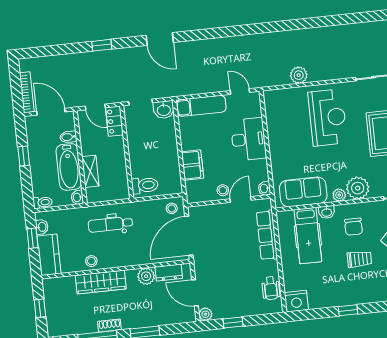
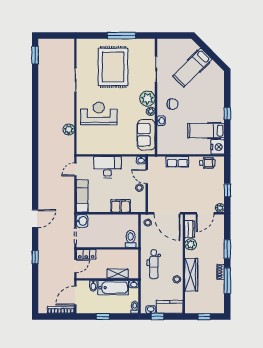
row of seats: (267, 235) -> (177, 162), width x0.68
hospital bed: (308, 236) -> (206, 131), moved, turned 180
trolley: (359, 259) -> (194, 102), removed

